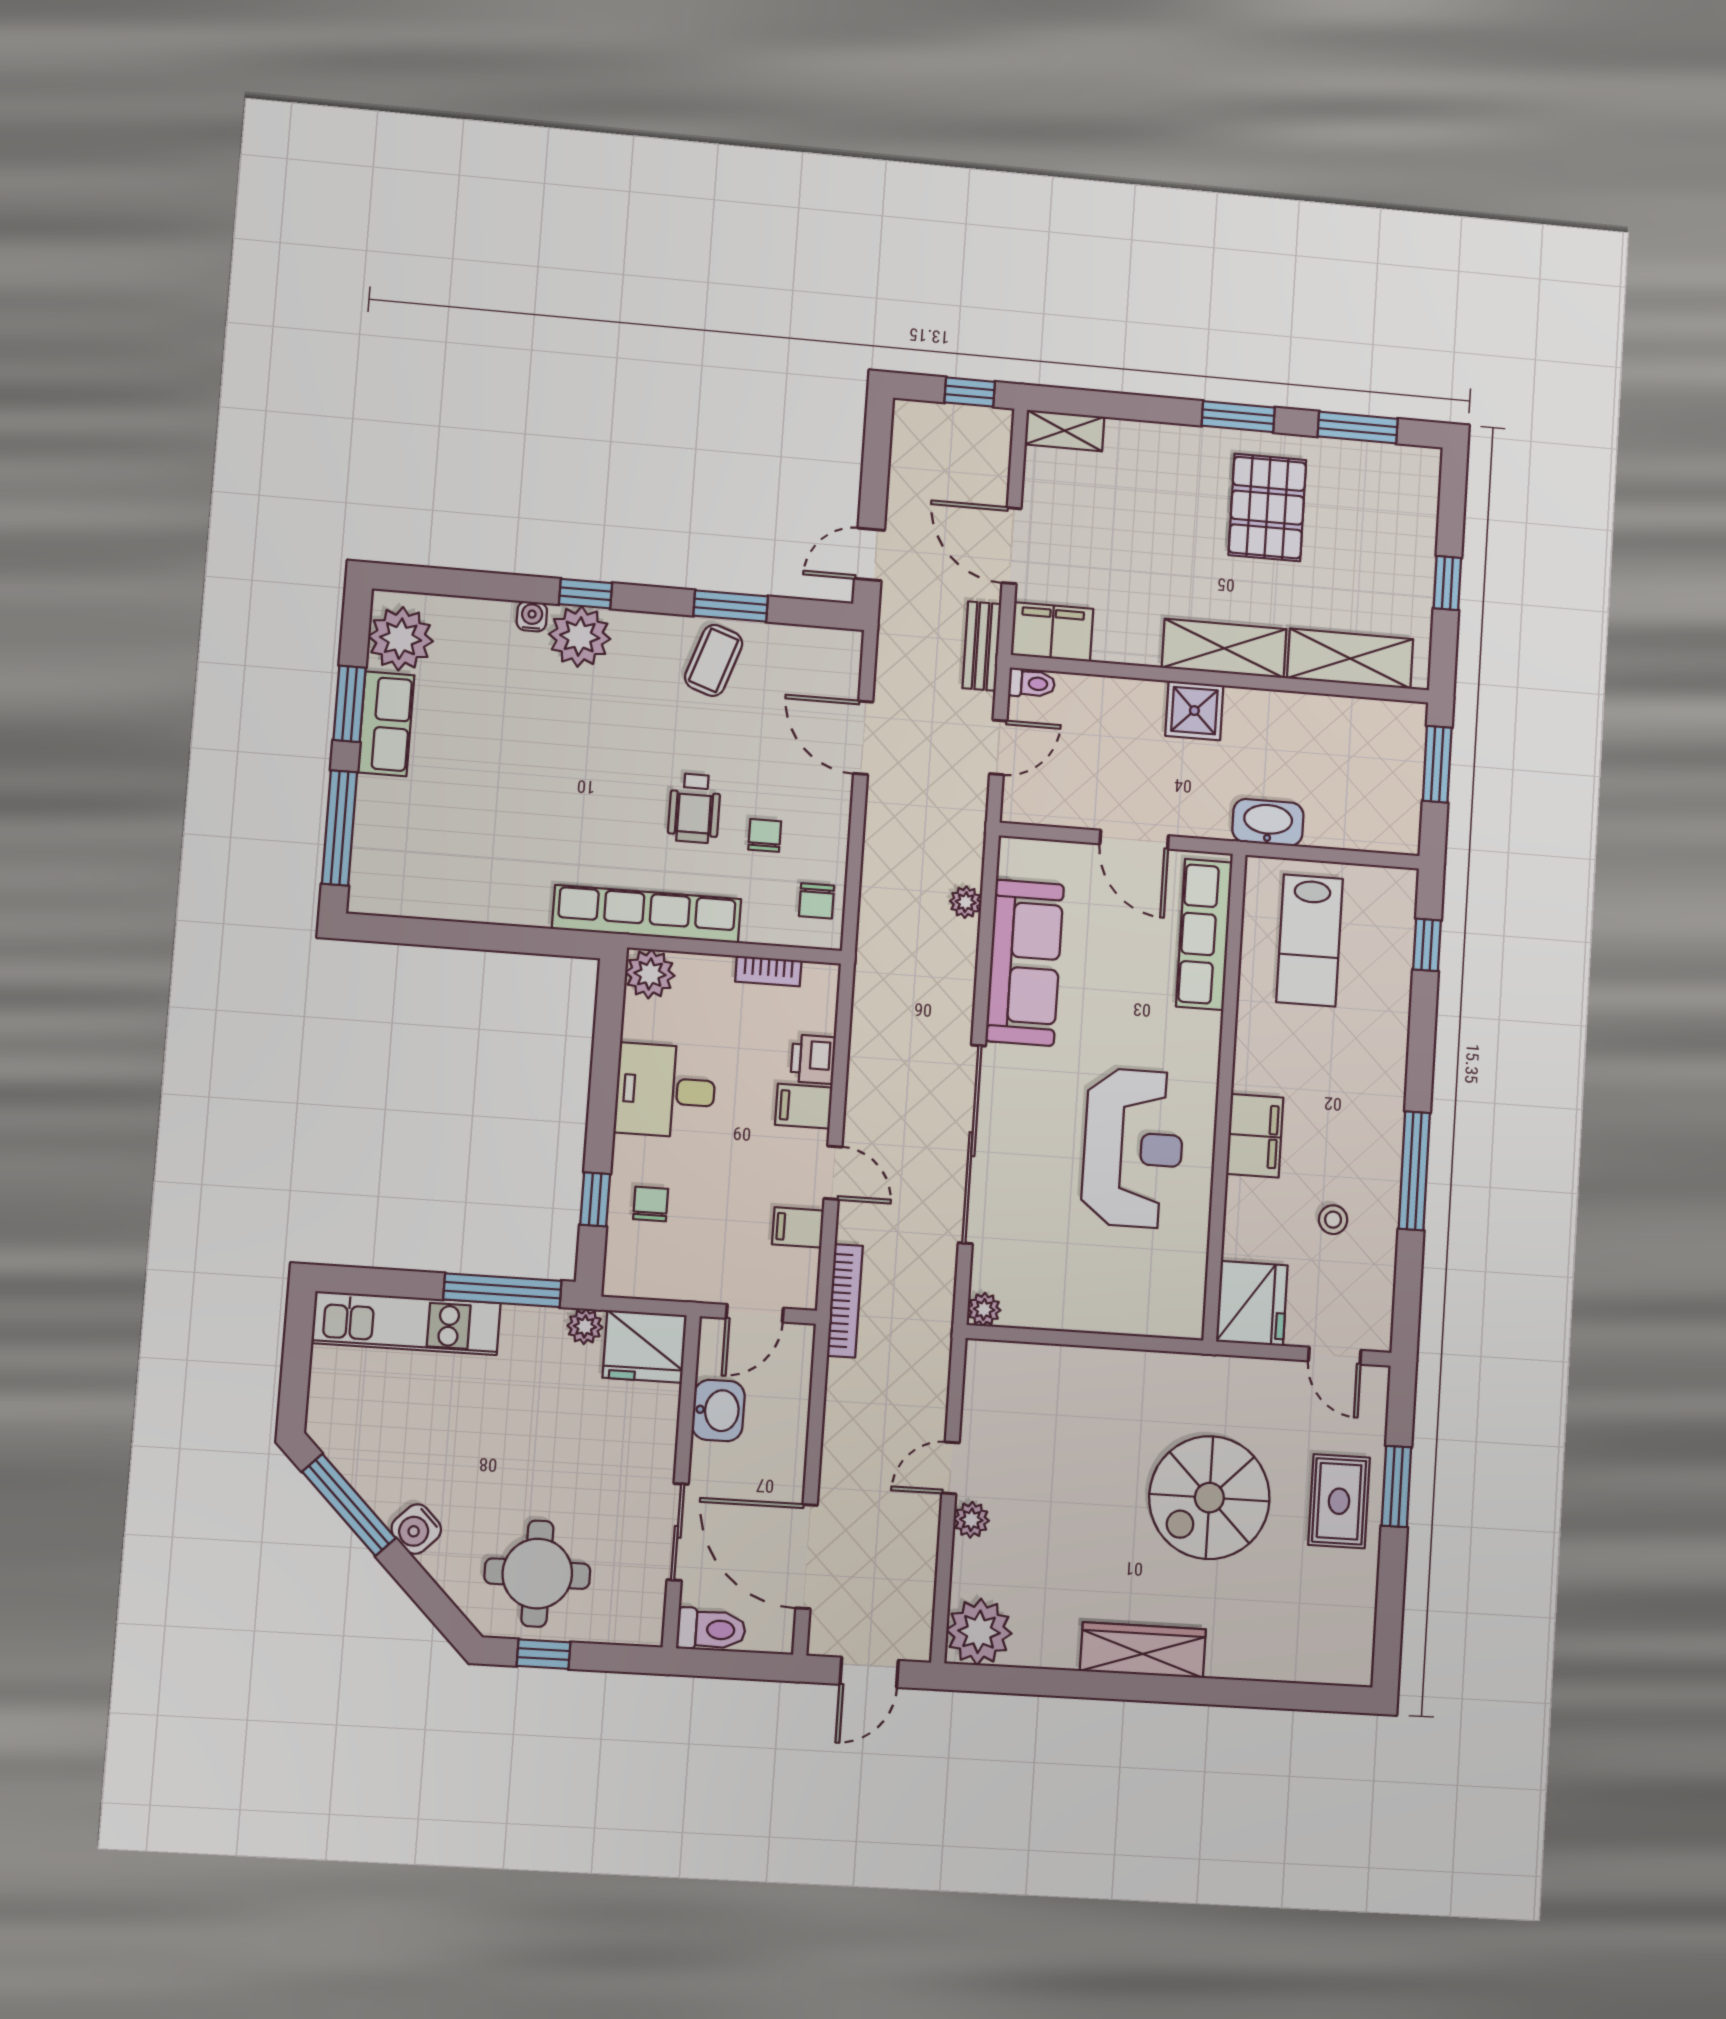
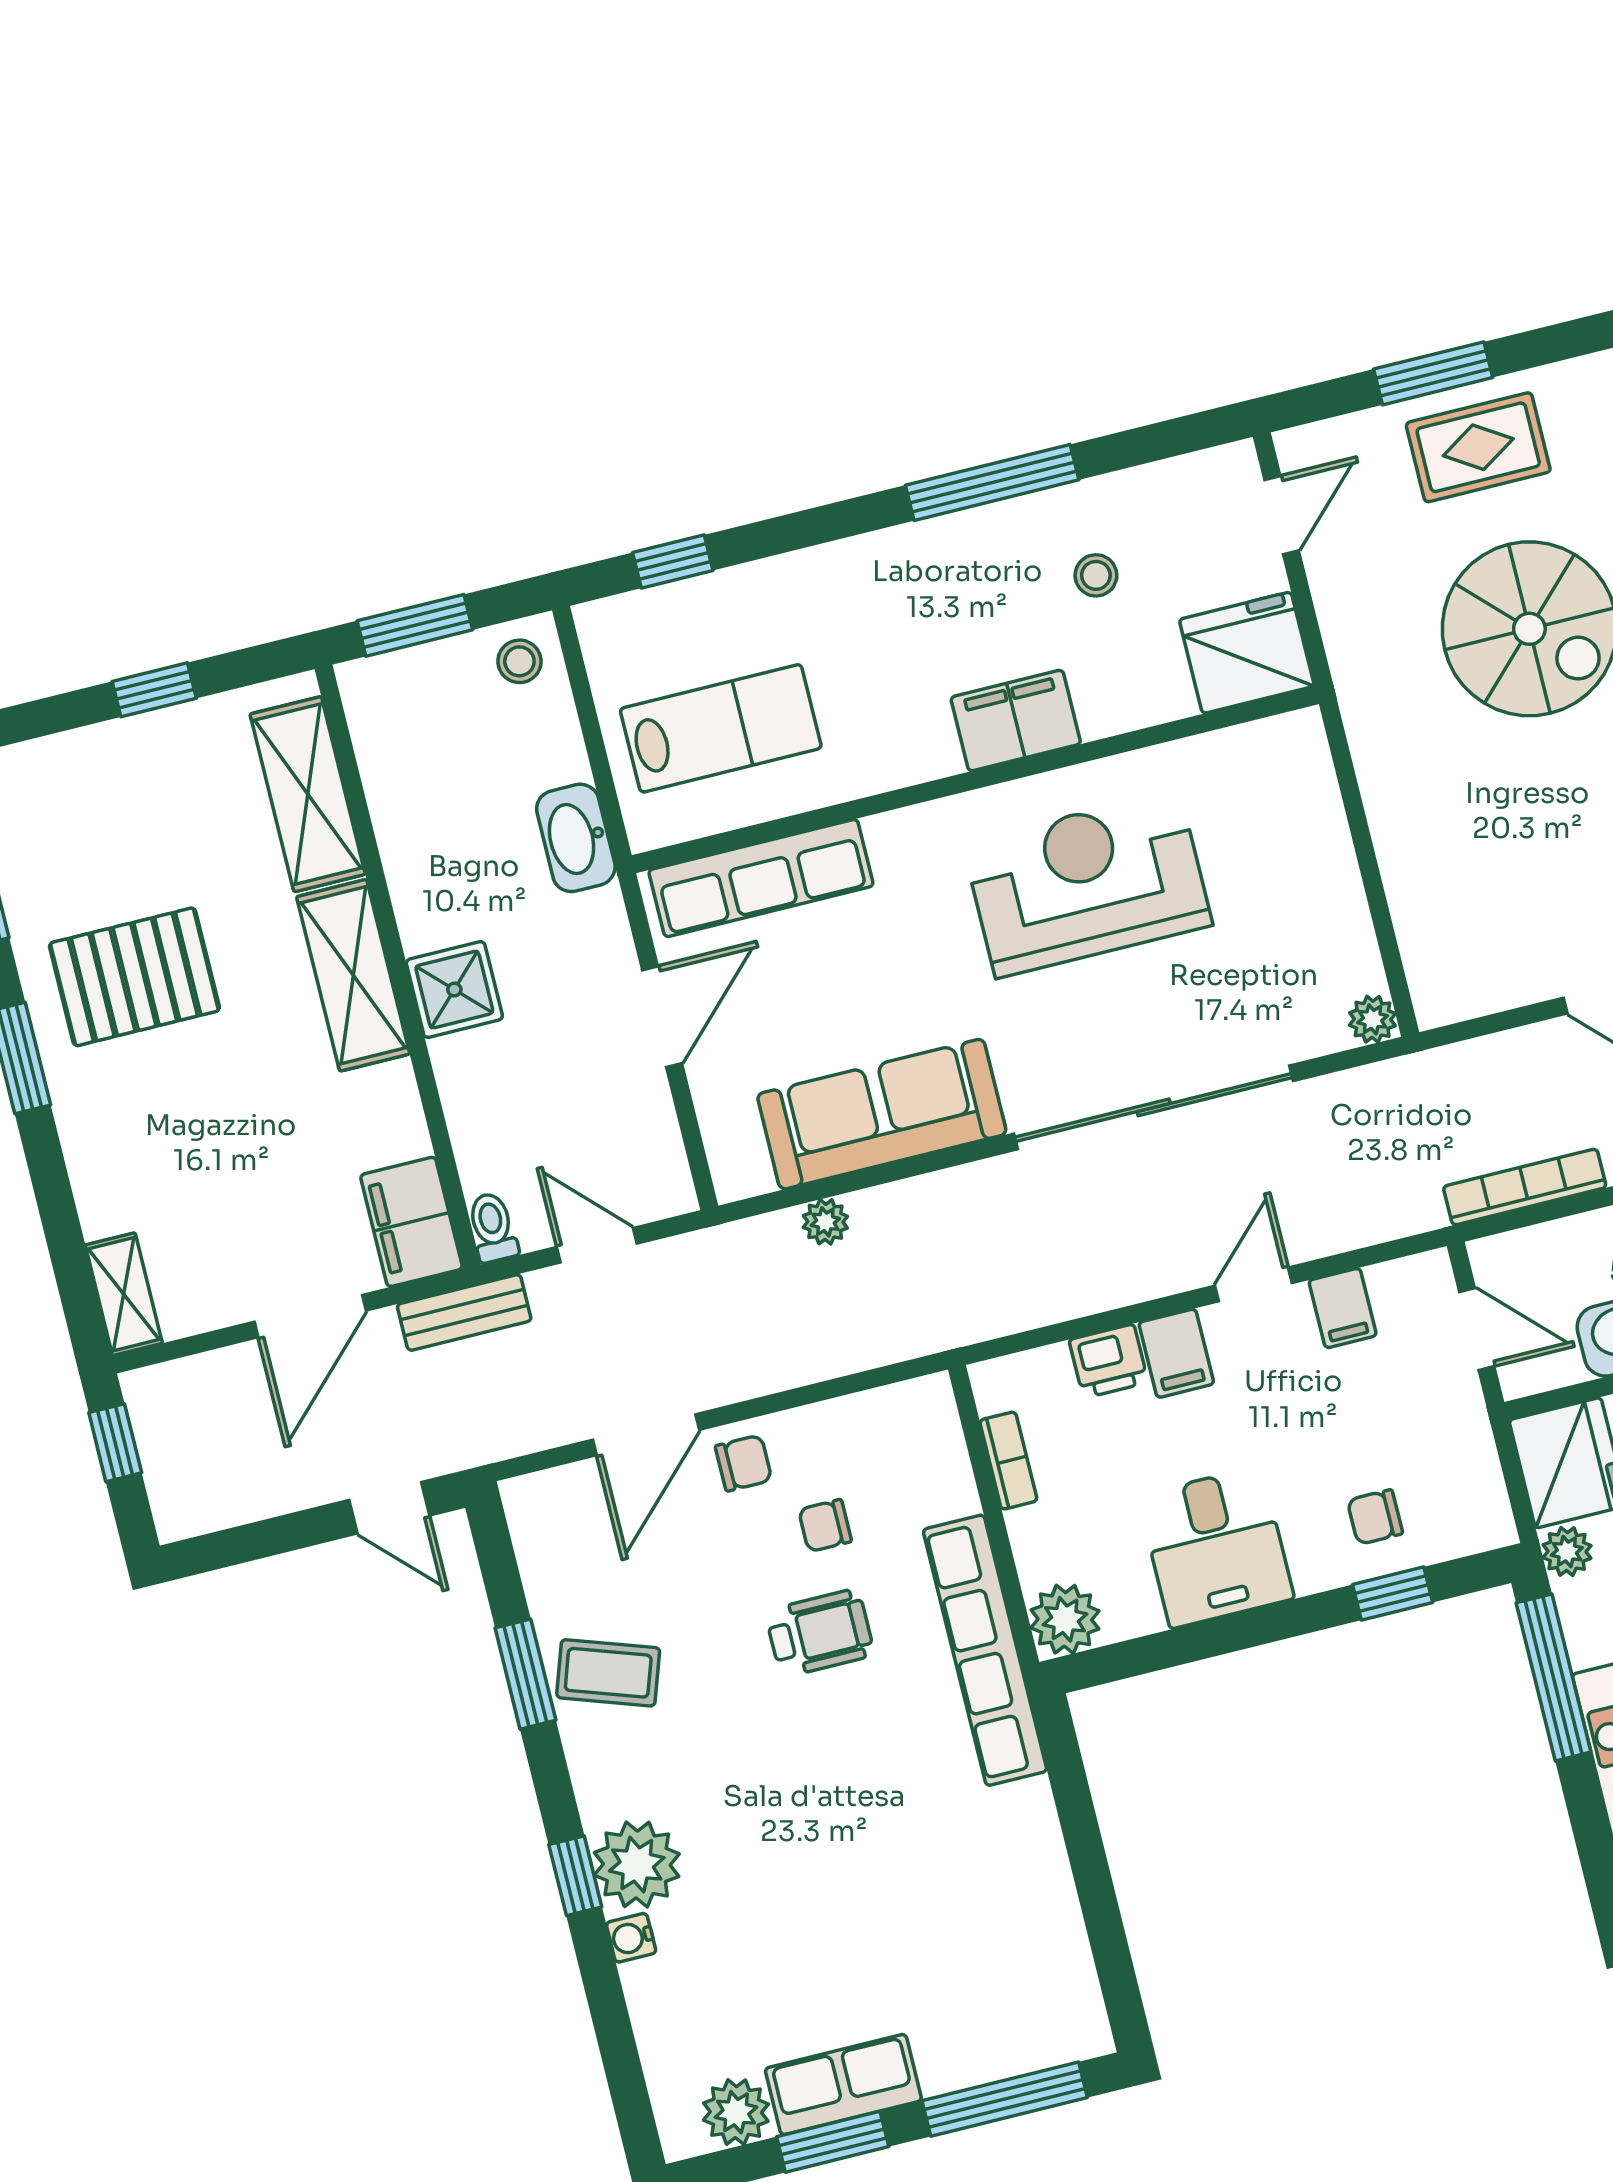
plant: (401, 639) -> (736, 2112), width x0.73, depth x0.73
stool: (1393, 824) -> (519, 661), added
chair: (817, 901) -> (744, 1463), moved
bookcase: (845, 1301) -> (1525, 1187), moved

